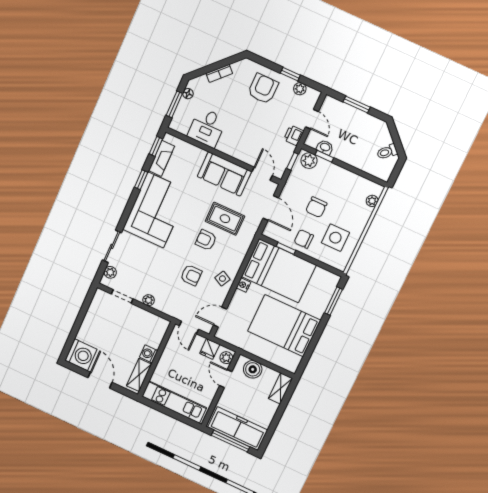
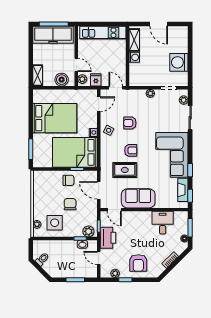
printer: (294, 135) -> (108, 238), width x1.87, depth x1.48
side table: (335, 238) -> (55, 223), moved
washing machine: (81, 355) -> (179, 62), moved

